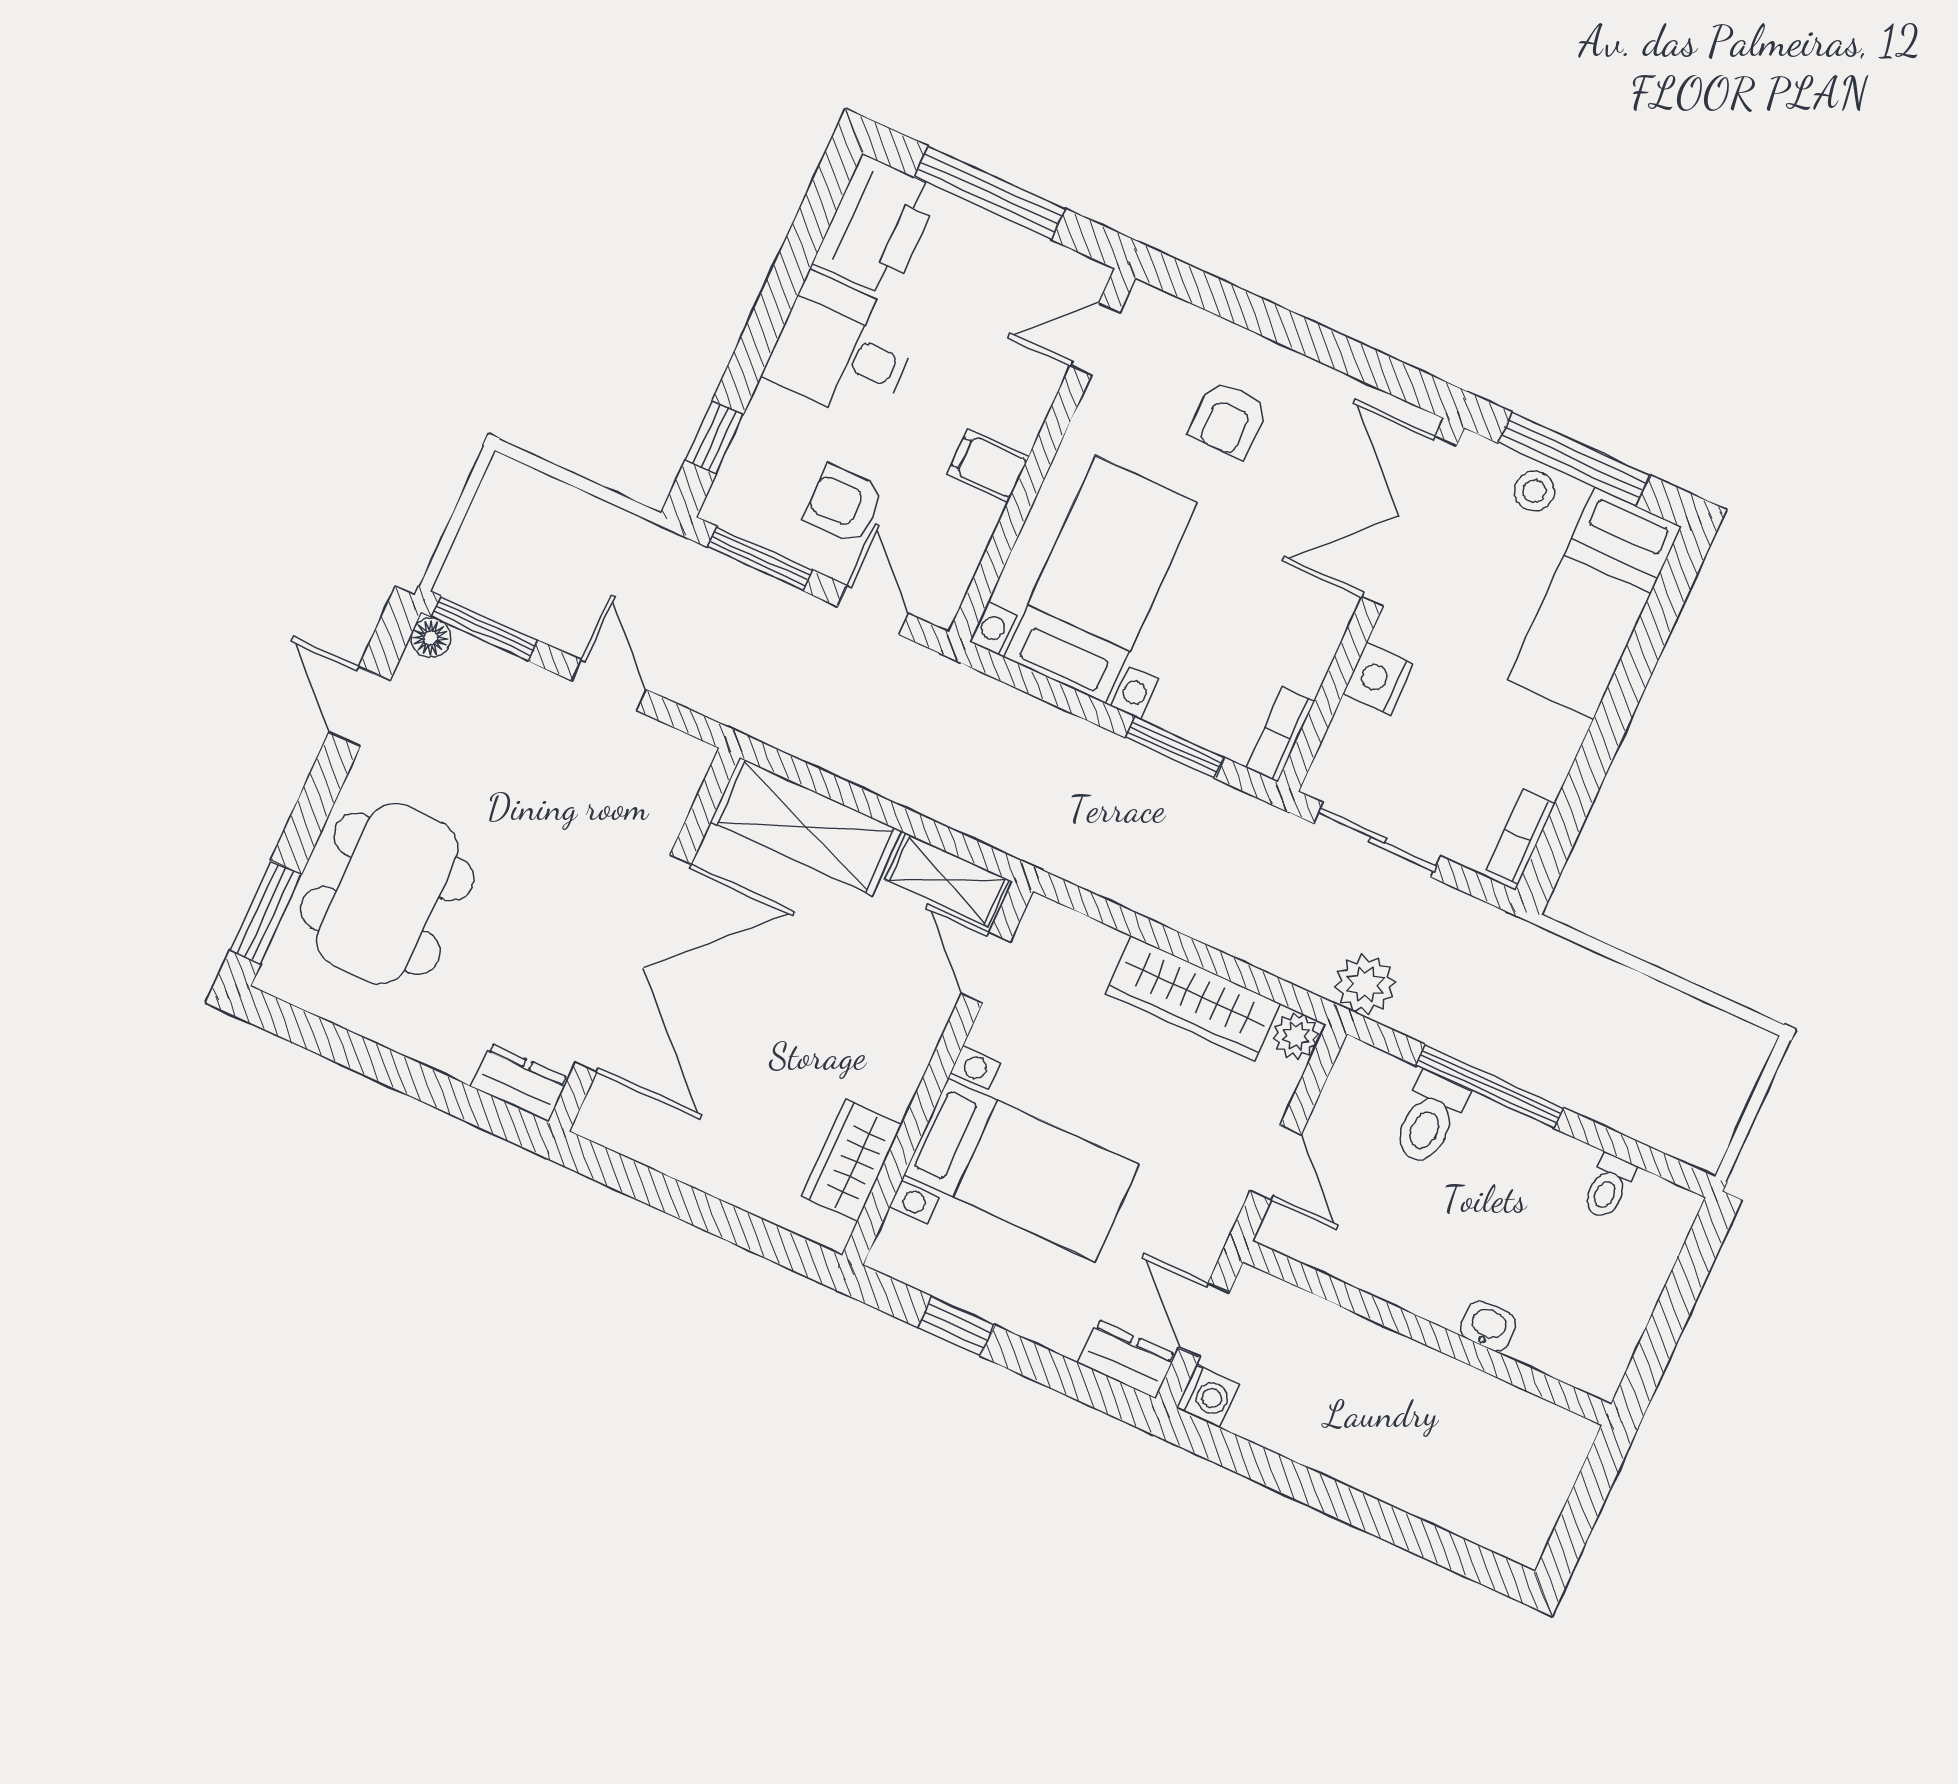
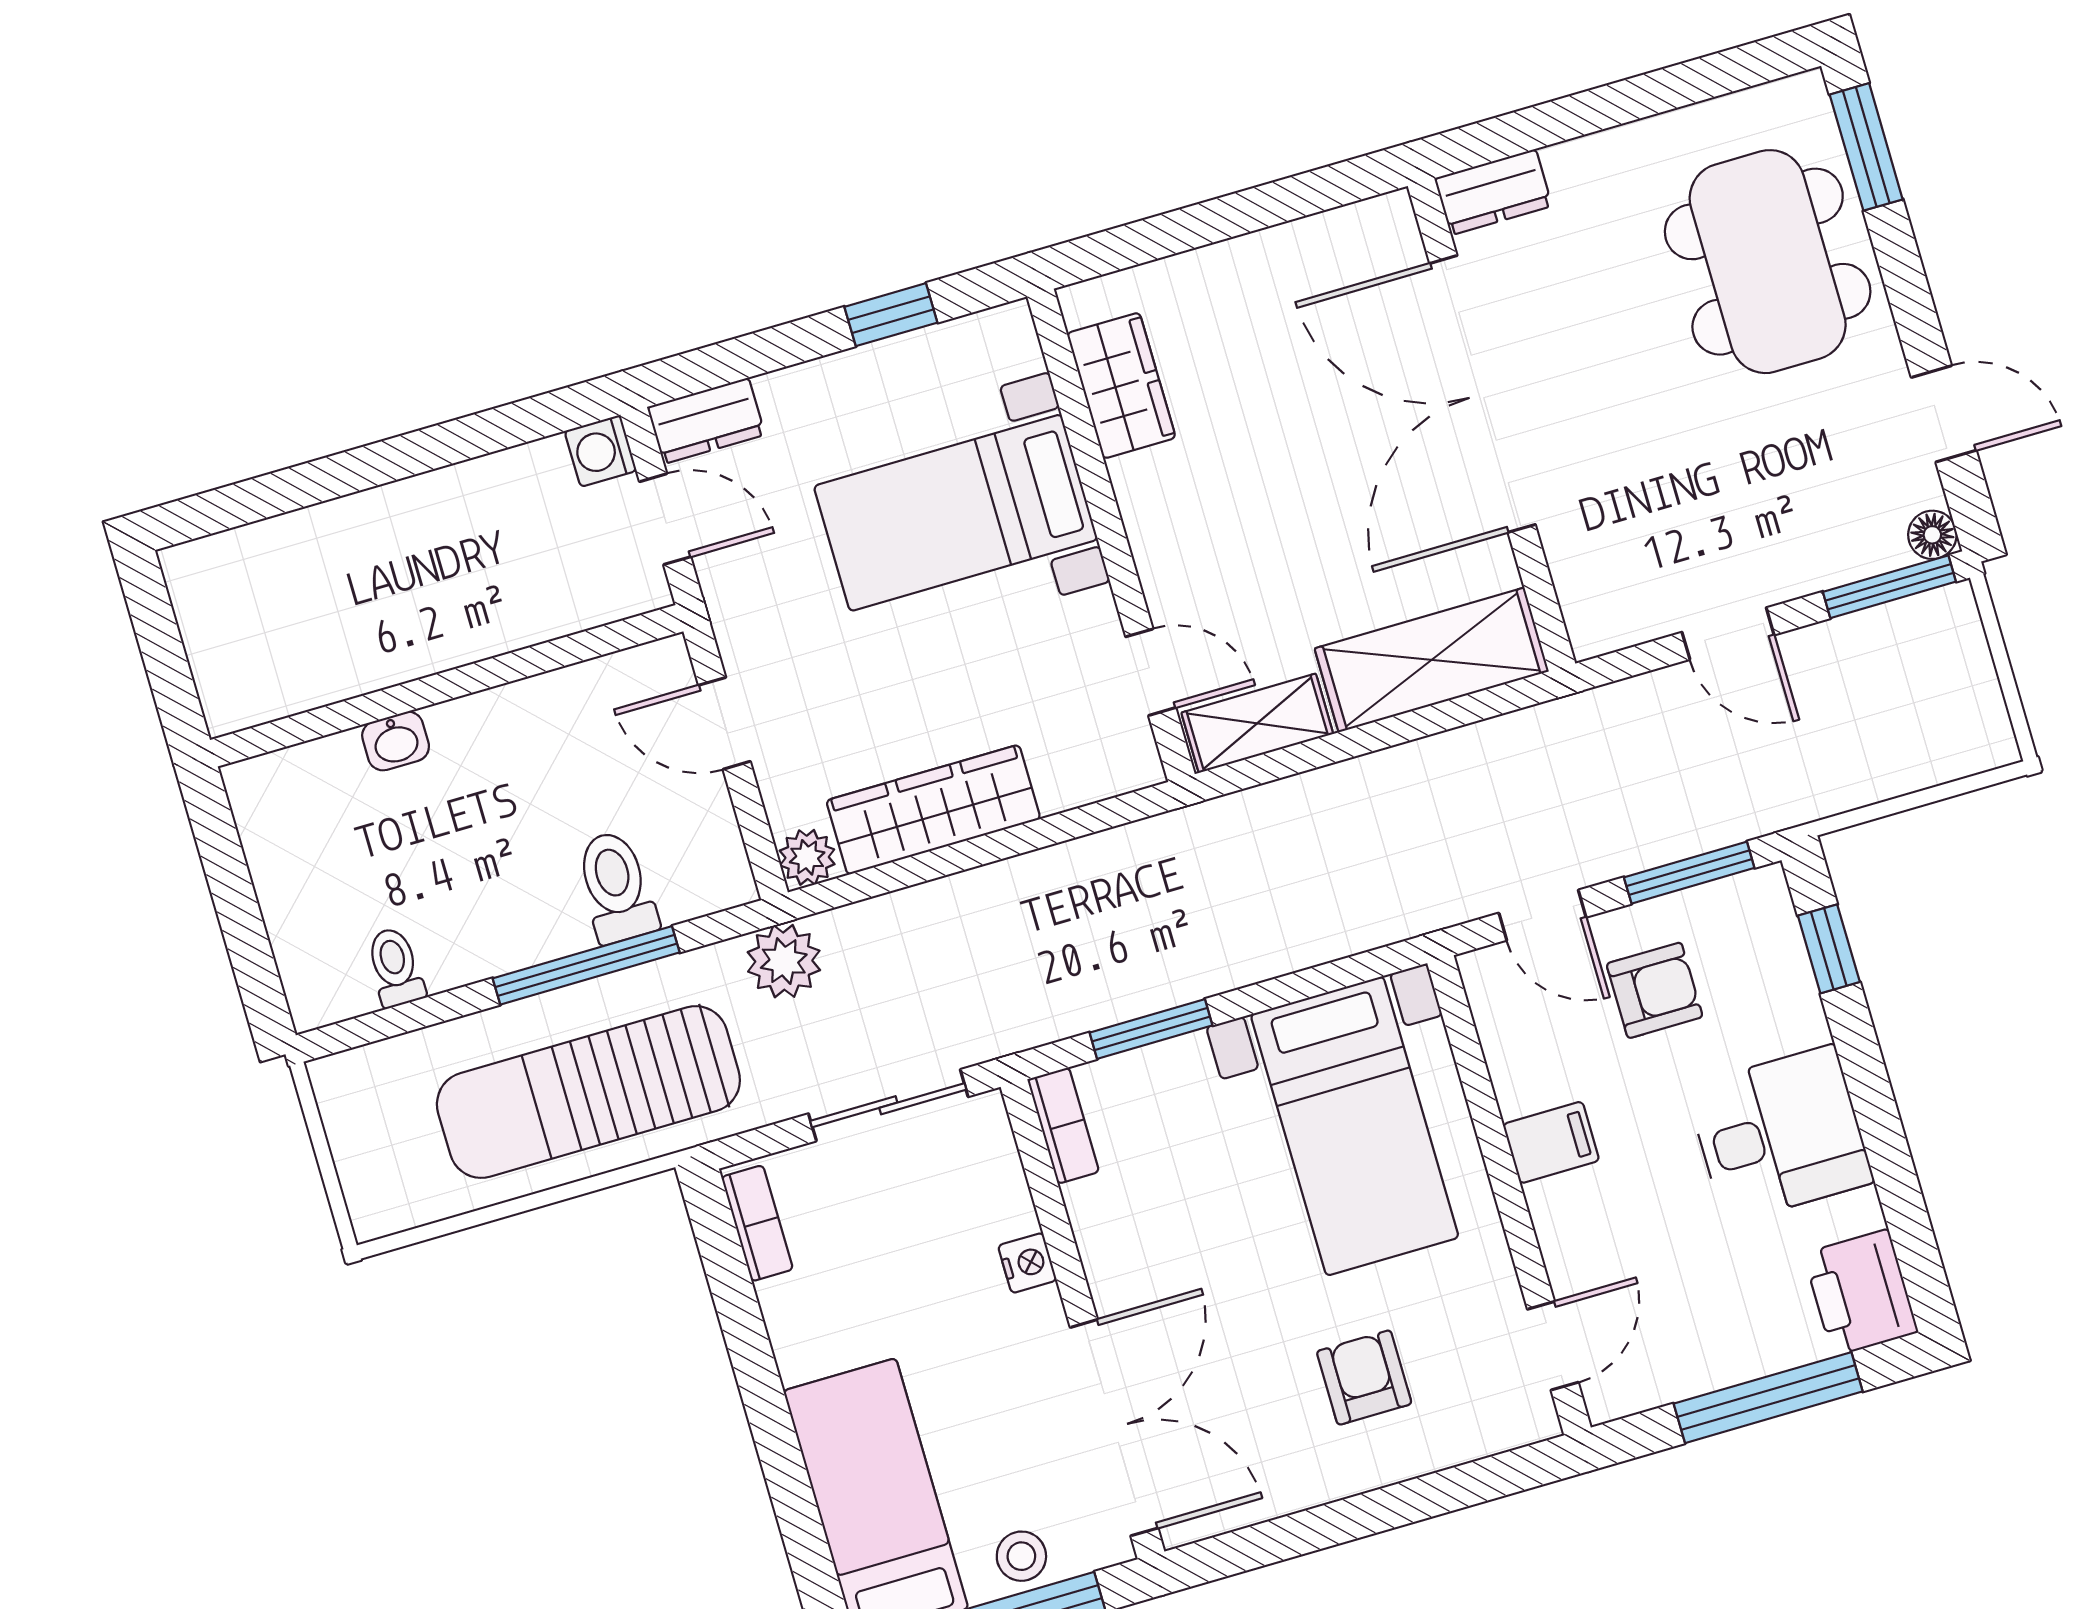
printer: (877, 226) -> (1861, 1293), width x0.73, depth x0.84
nightstand: (1378, 679) -> (1027, 1263), width x0.72, depth x0.74
sun lounger: (1555, 1007) -> (588, 1092), added

